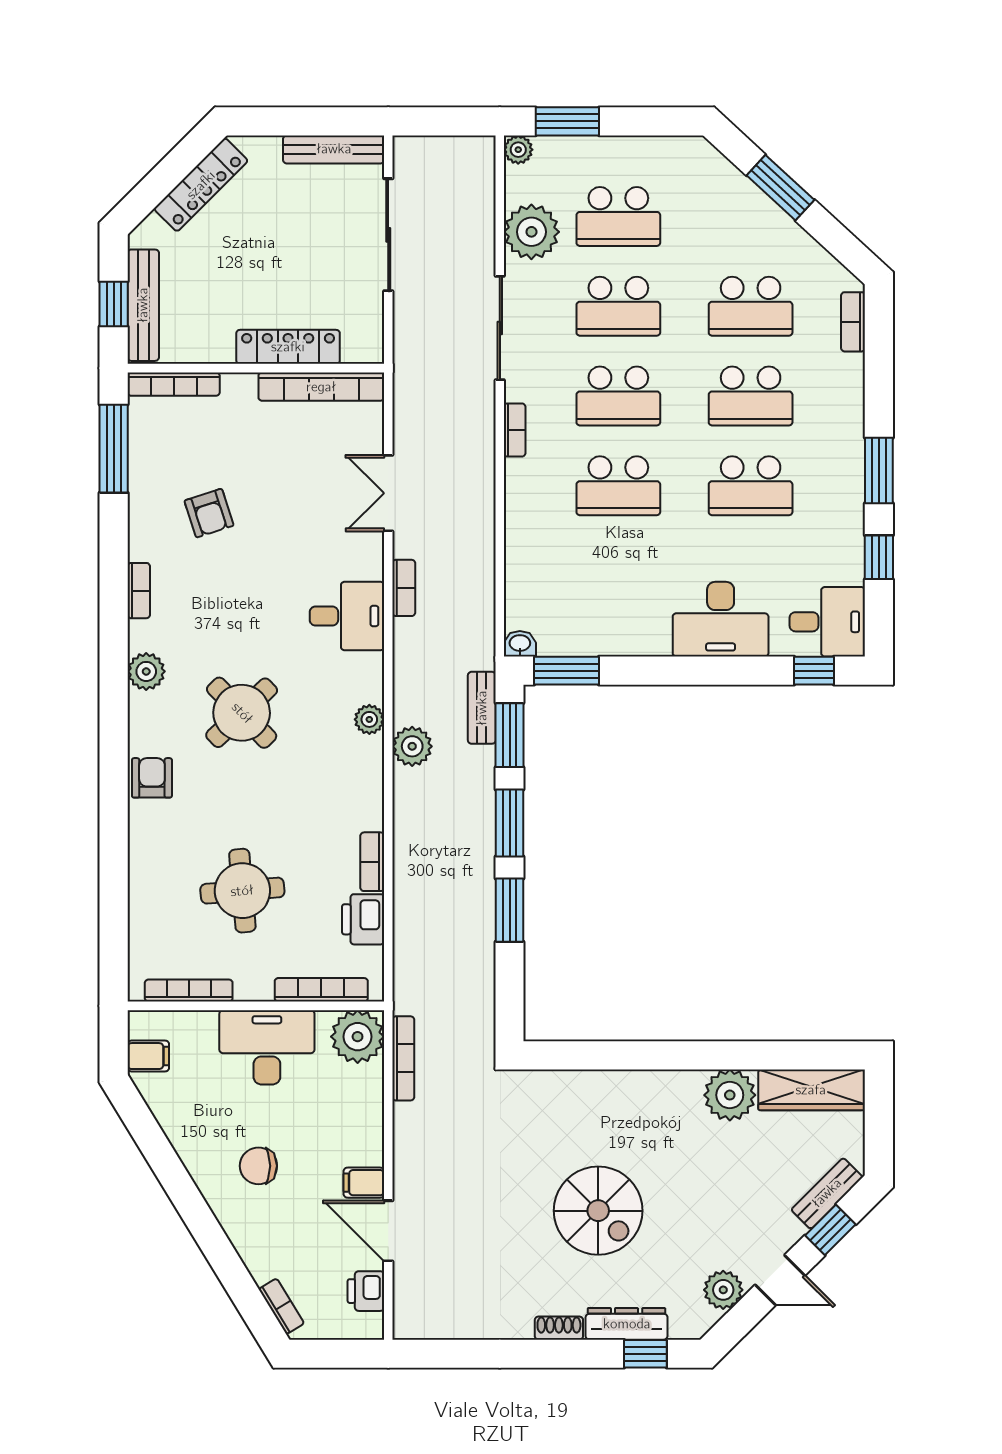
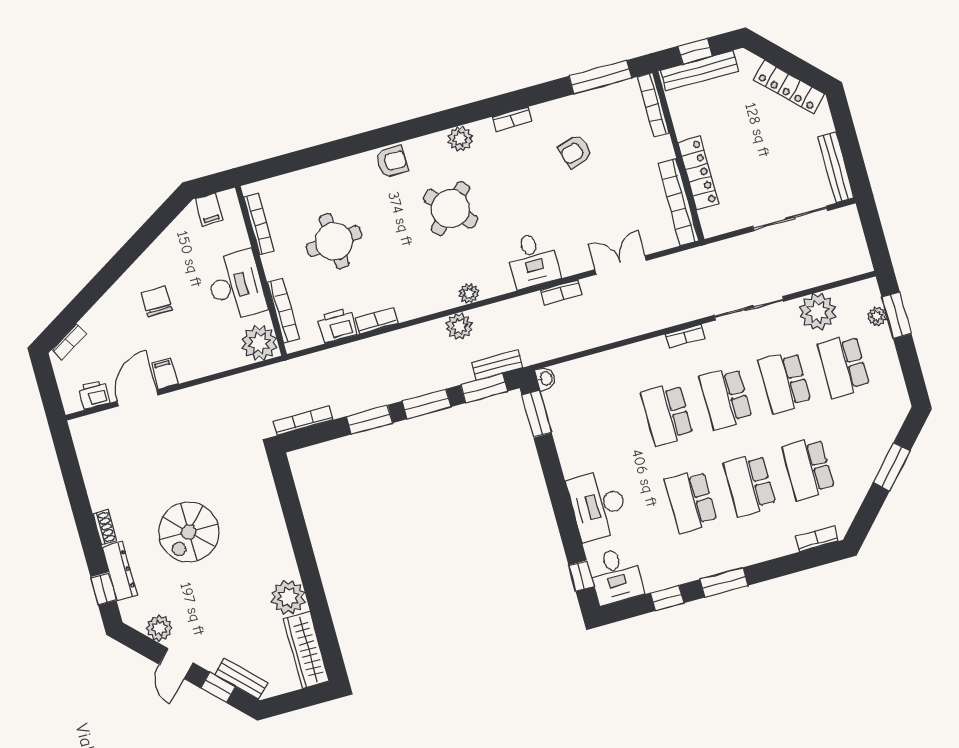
plant: (518, 150) -> (877, 316), moved
bookcase: (403, 1058) -> (303, 420), moved, turned 180

